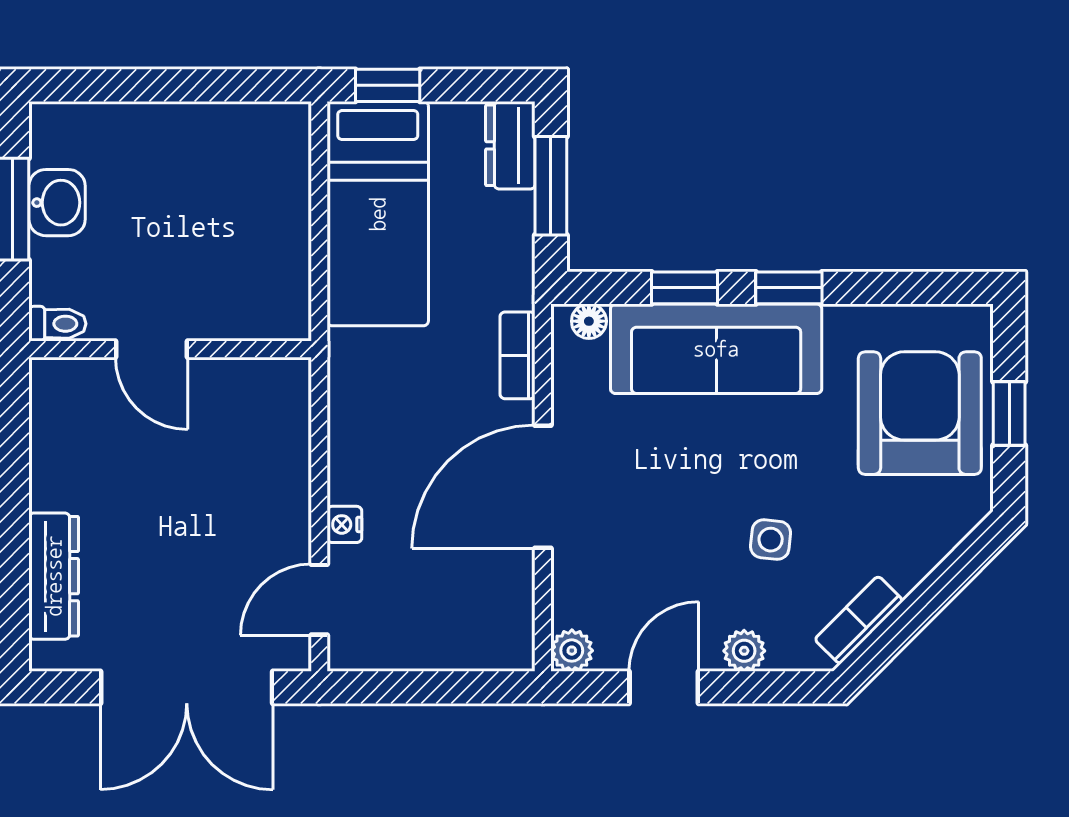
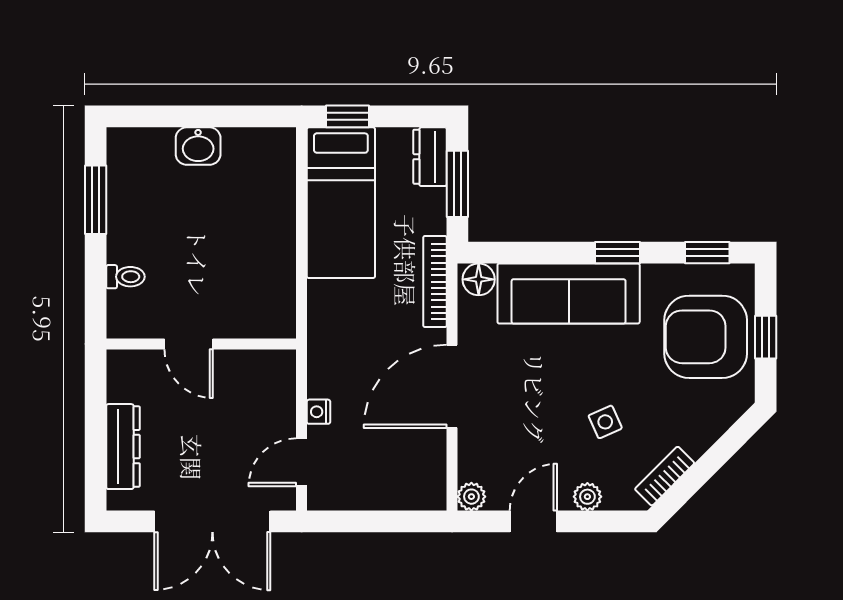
washbasin: (57, 203) -> (198, 146), moved, turned 90
window: (684, 288) -> (707, 253), moved
floor lamp: (589, 321) -> (479, 279), width x1.37, depth x1.37
door: (151, 349) -> (189, 344), moved
wall: (170, 349) -> (201, 344), moved
bookcase: (518, 355) -> (435, 282), width x1.56
armchair: (920, 413) -> (706, 337), turned -90
side table: (771, 540) -> (605, 422), turned -30

